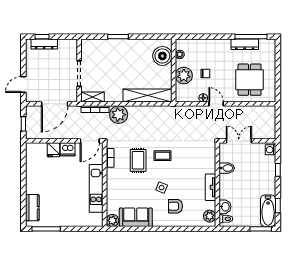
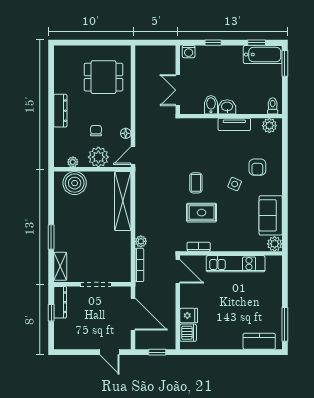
window: (42, 37) -> (51, 313), moved
window: (251, 37) -> (51, 75), removed
dresser: (44, 44) -> (60, 302), moved
dresser: (245, 44) -> (60, 111), moved
shelving: (93, 97) -> (60, 266), moved
door: (216, 104) -> (133, 156), moved
plant: (119, 115) -> (141, 241), width x0.53, depth x0.53
dishwasher: (68, 149) -> (188, 333), moved
washbasin: (225, 207) -> (227, 107), moved

